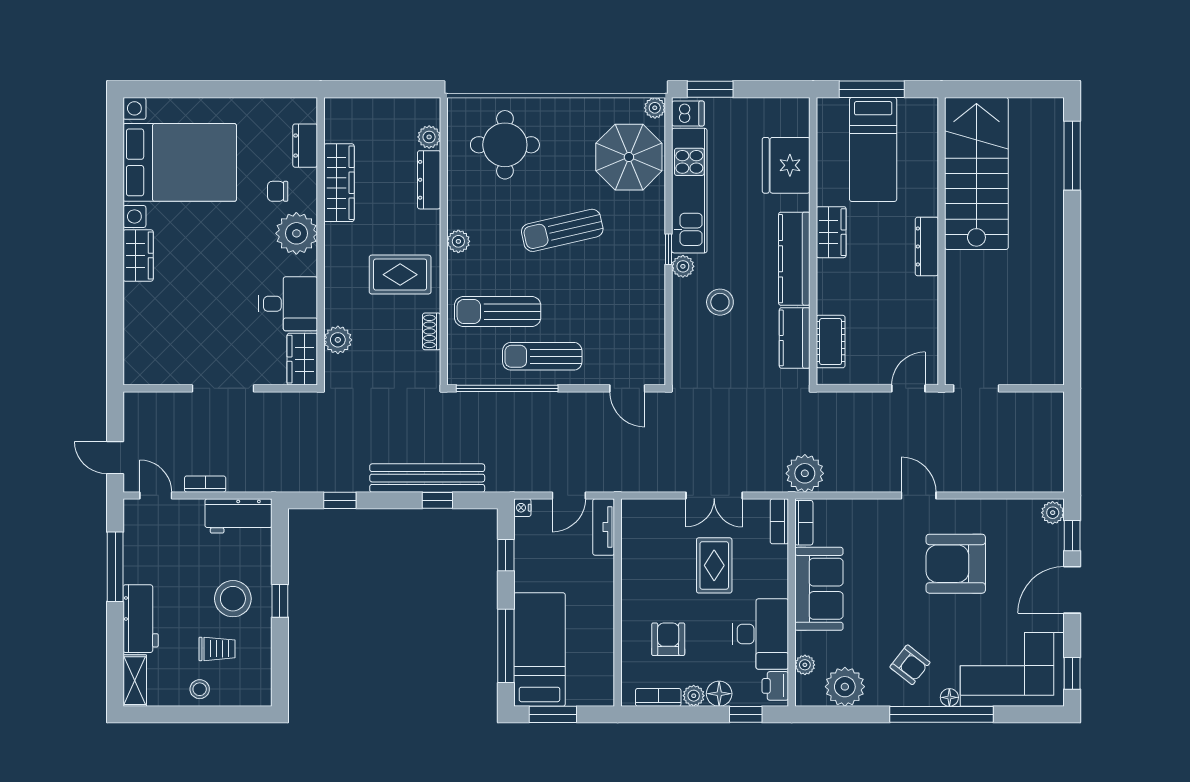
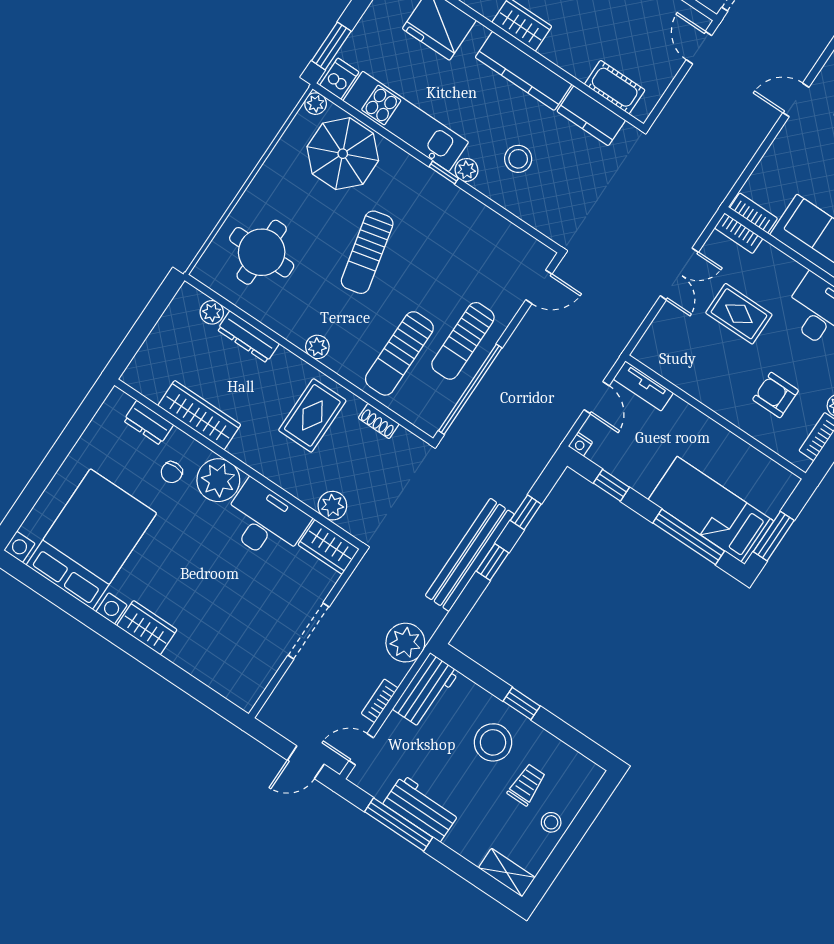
desk: (288, 304) -> (265, 522), width x1.37
plant: (805, 473) -> (405, 643), moved
bench: (427, 478) -> (470, 555), moved
window: (340, 500) -> (493, 562), moved
workbench: (141, 619) -> (421, 808), moved

